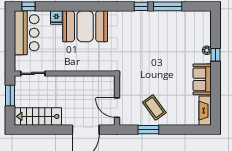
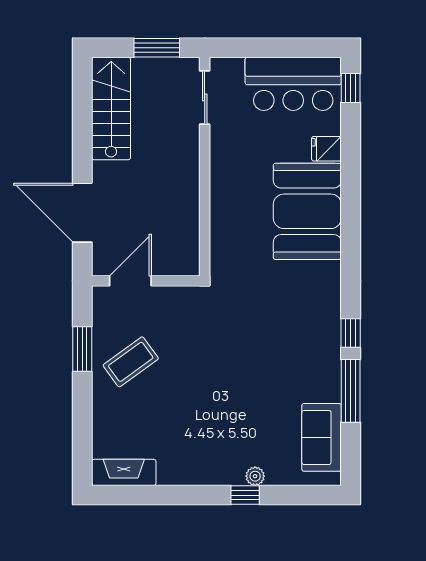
sofa: (202, 79) -> (322, 437), moved, turned -90

